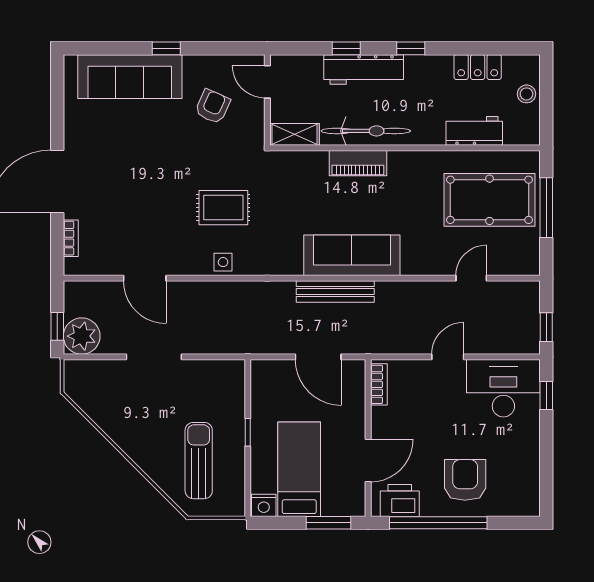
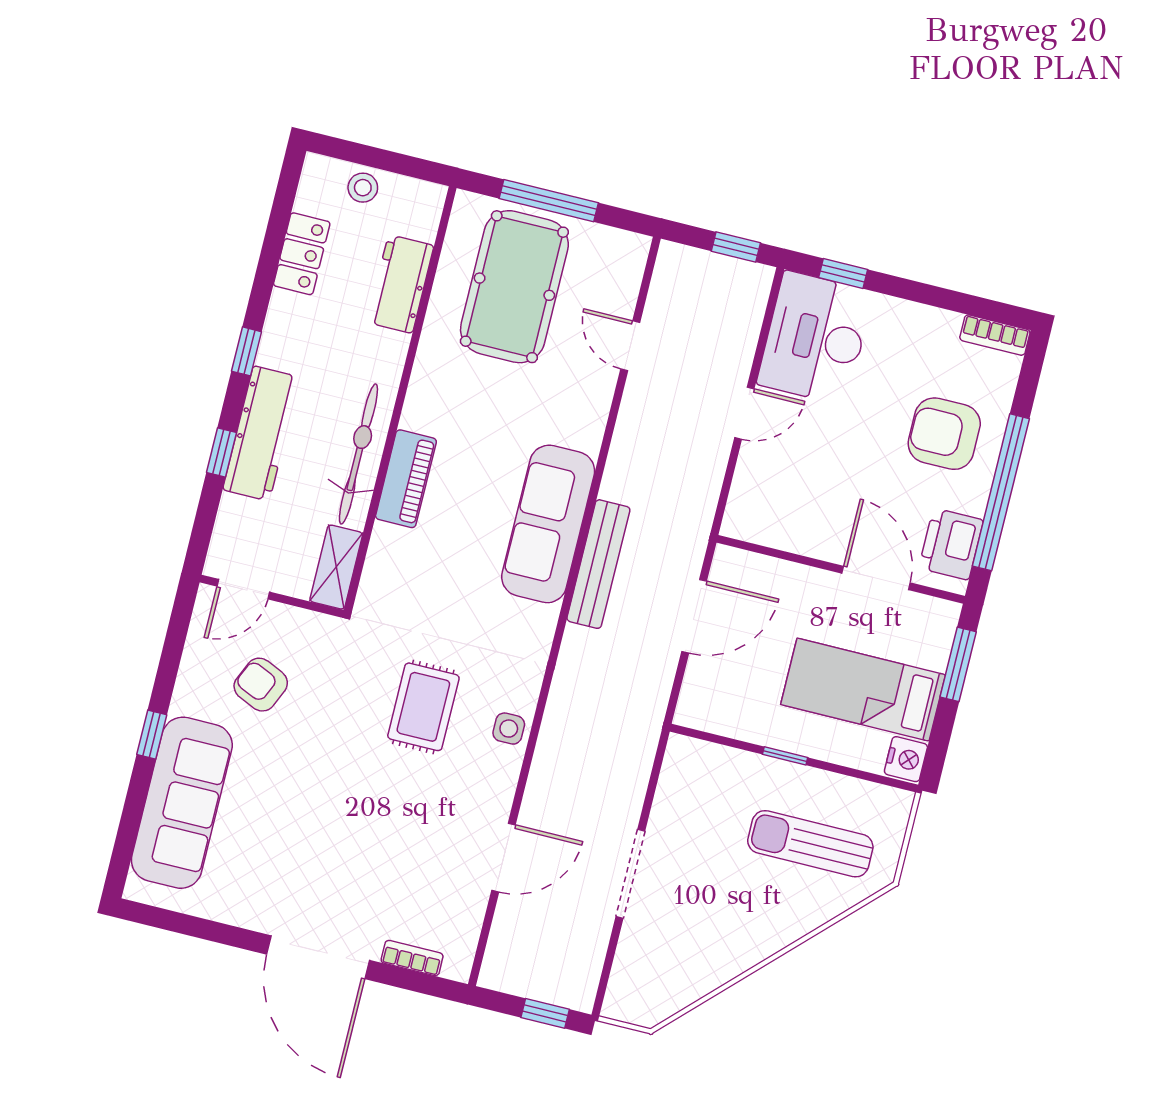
plant: (82, 336) -> (570, 979), removed
door: (448, 357) -> (744, 413), swing flipped
bookcase: (379, 384) -> (995, 335), moved, turned 180

